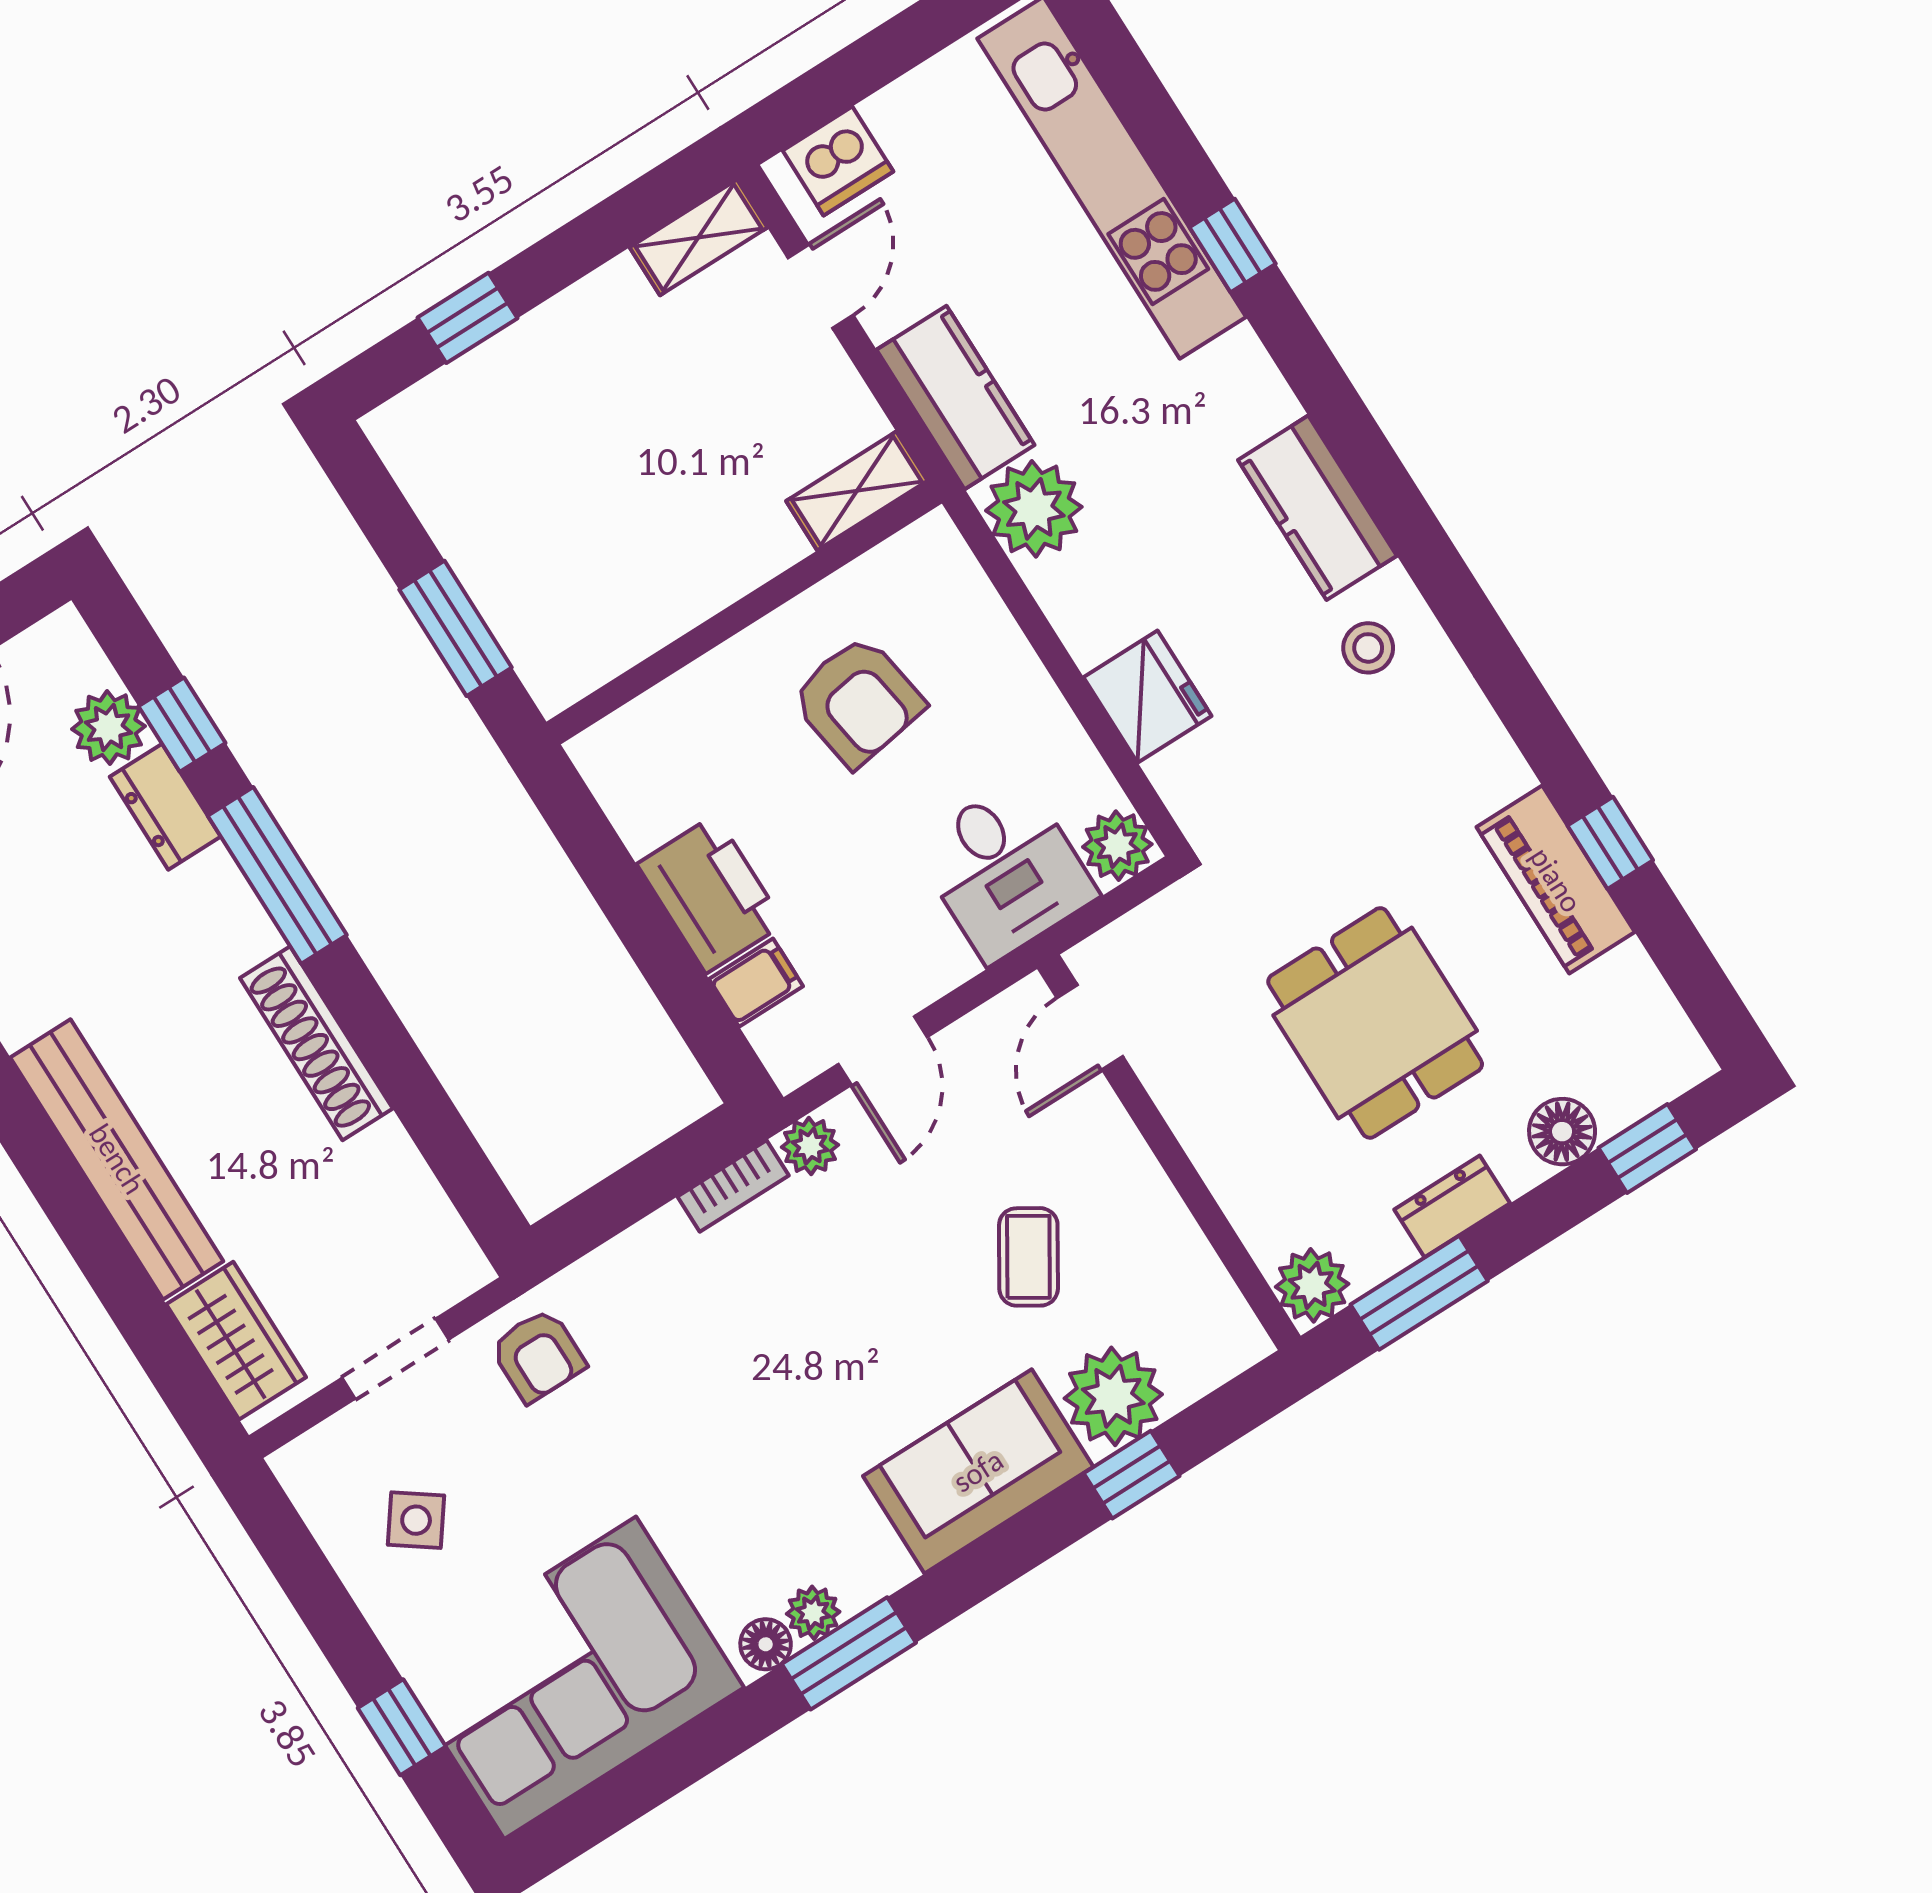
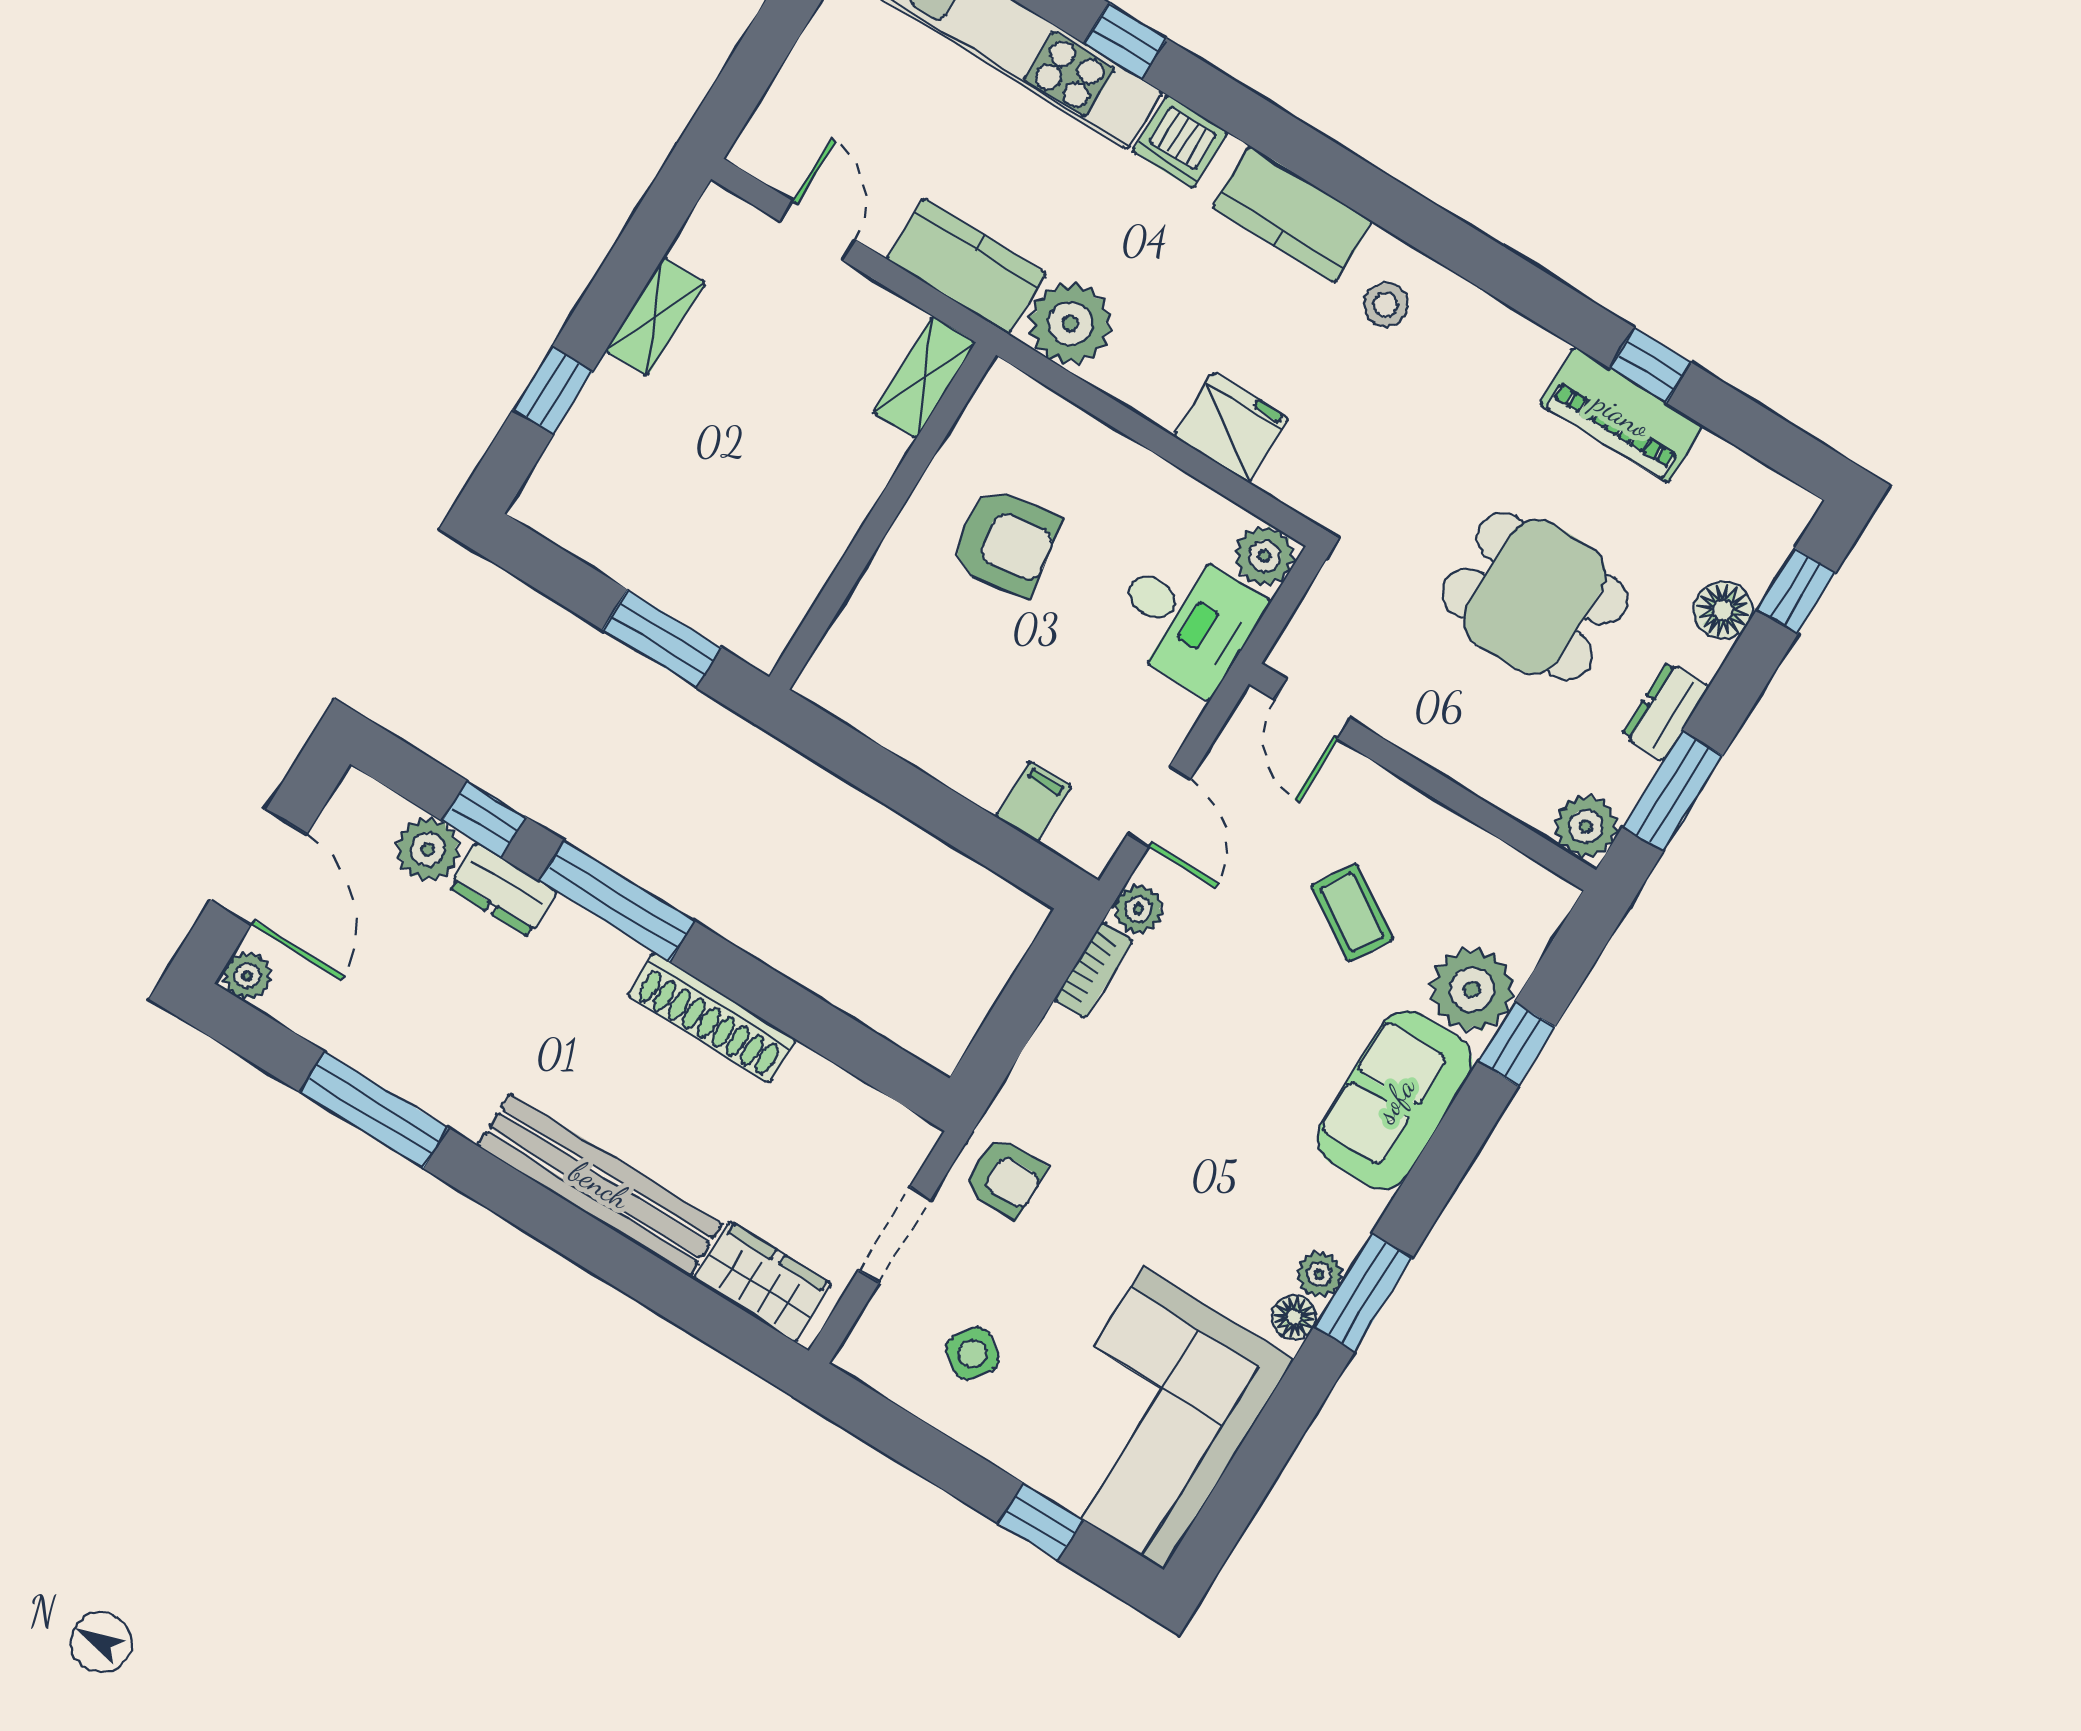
dishwasher: (838, 161) -> (1180, 142), moved, turned 90
shelving: (699, 237) -> (655, 317), moved
printer: (711, 894) -> (964, 750), removed

